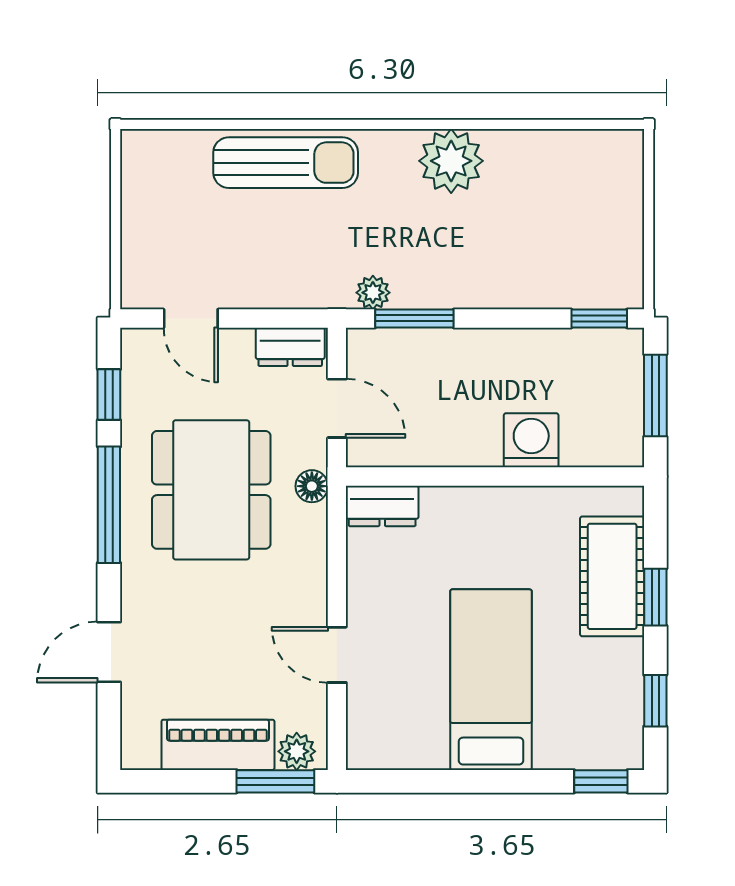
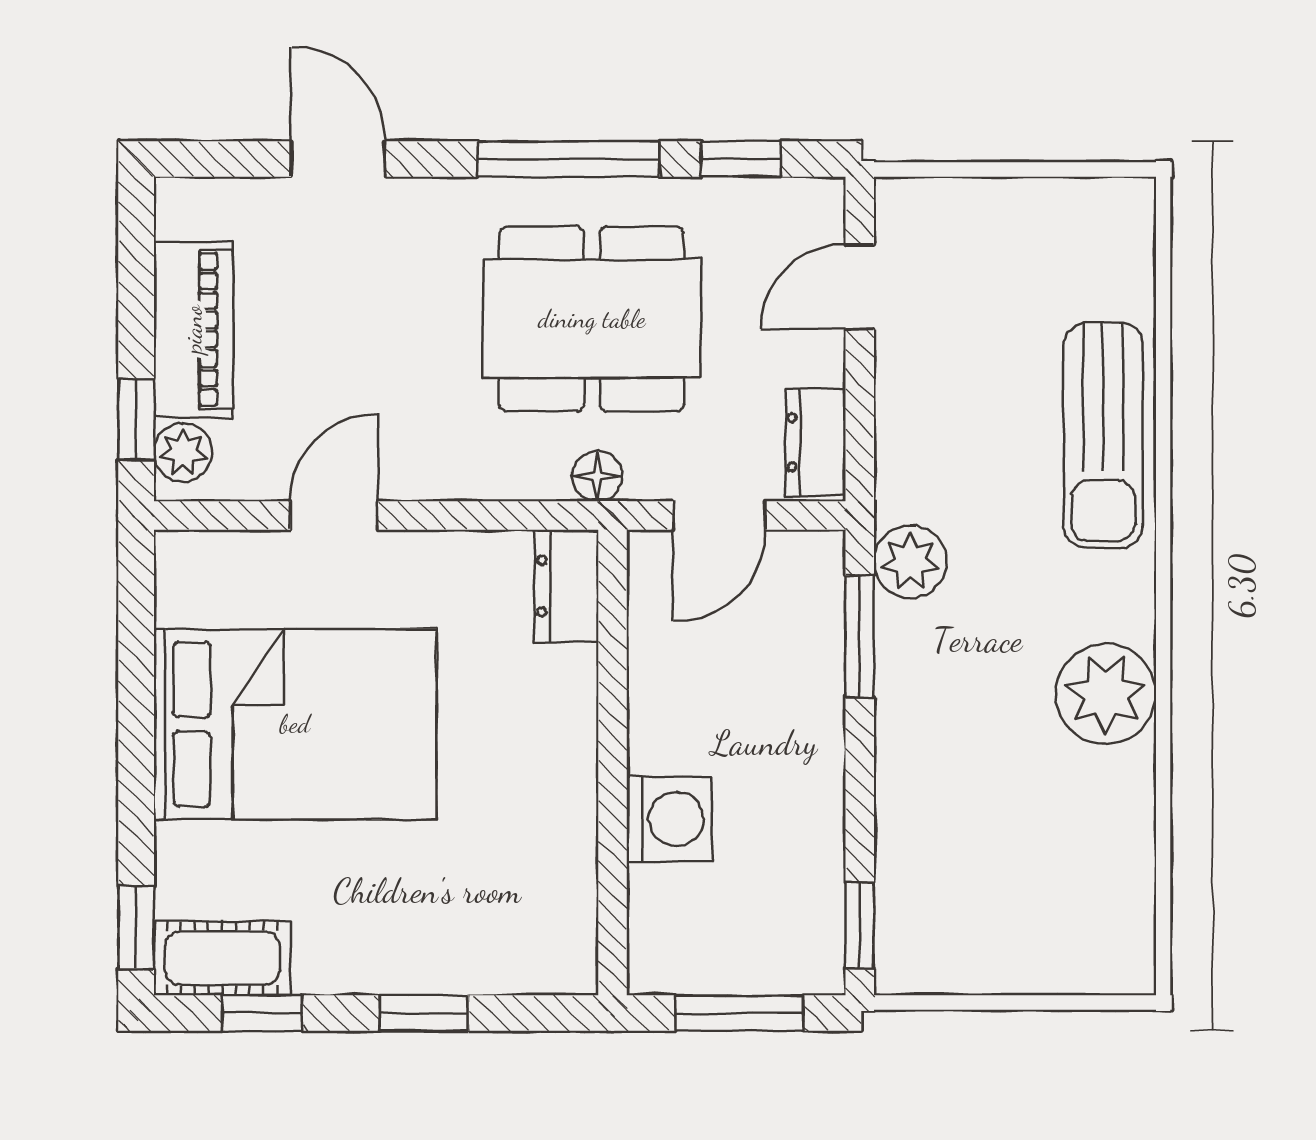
plant: (373, 293) -> (910, 562), width x1.38, depth x1.38
cot: (612, 576) -> (222, 958), moved, width x0.73, depth x0.75
bed: (491, 680) -> (295, 724), width x1.50
window: (275, 781) -> (136, 419), width x0.67

